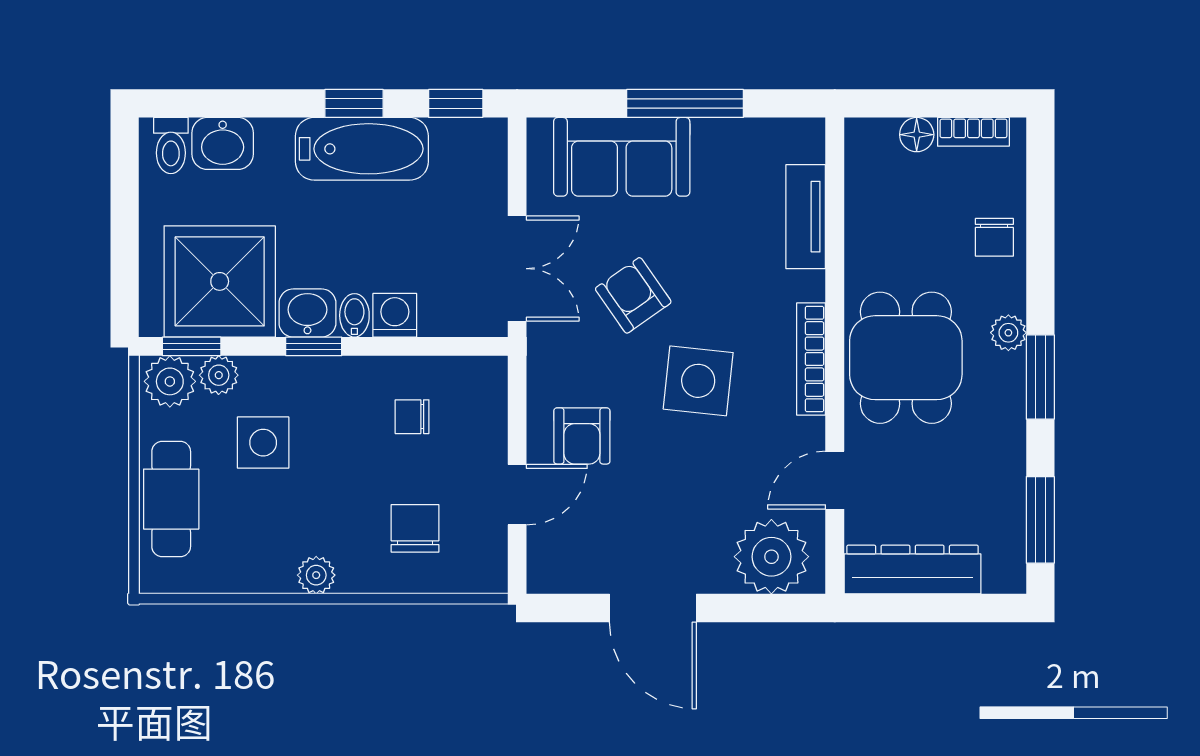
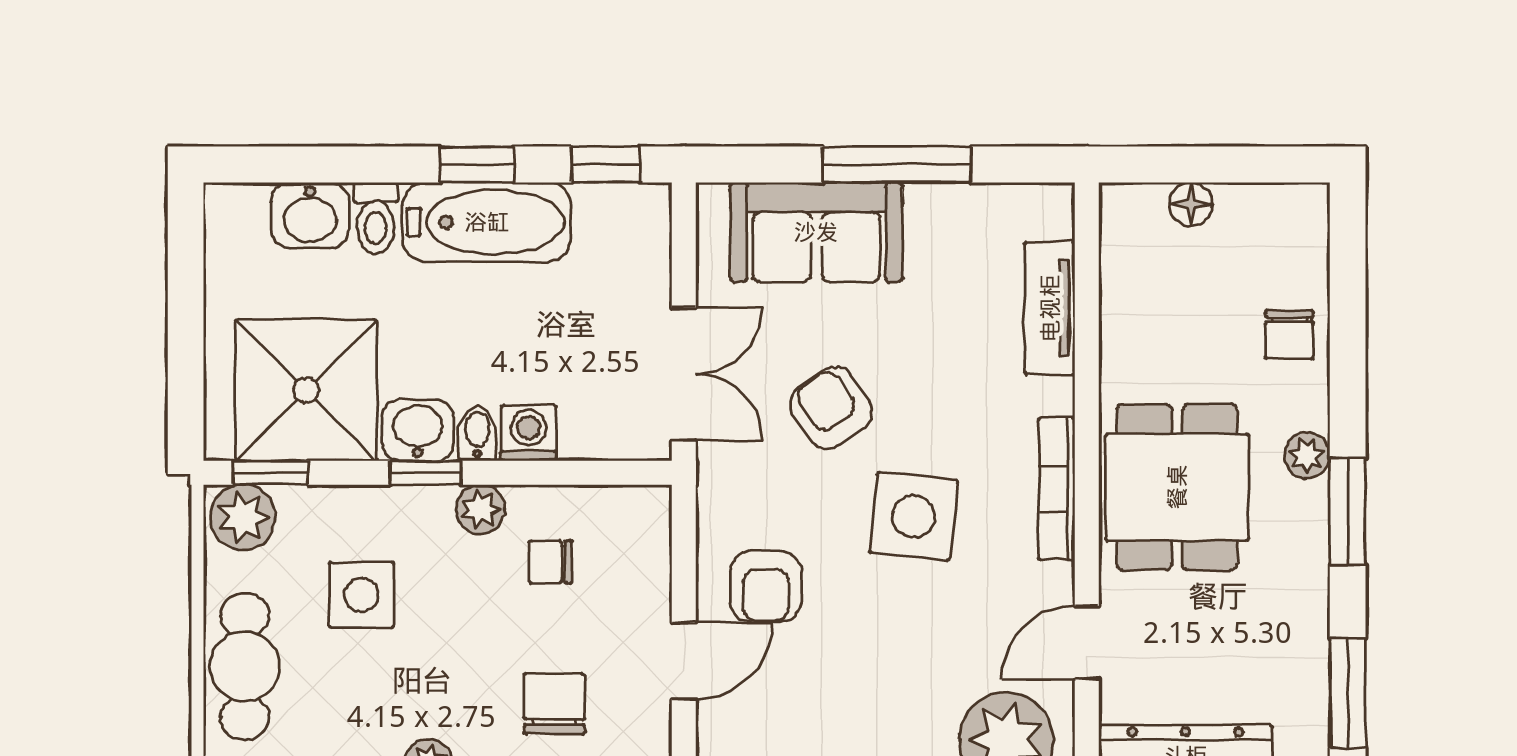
bookcase: (973, 132) -> (1263, 200), removed
toilet: (171, 146) -> (376, 218), moved
plant: (219, 375) -> (480, 509), moved

